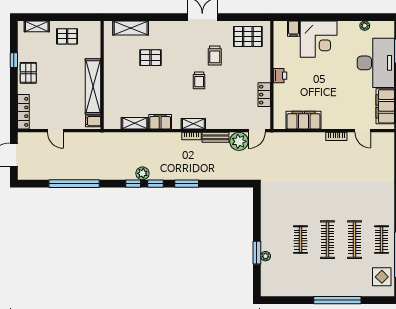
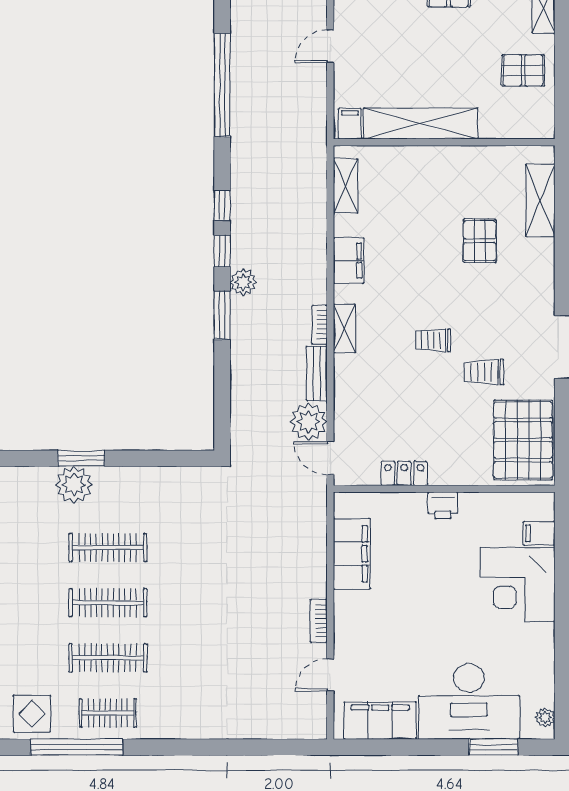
plant: (365, 26) -> (545, 717), moved
pallet: (67, 36) -> (523, 70), turned 90
pallet: (248, 36) -> (523, 440), width x1.37, depth x1.41
shelving: (135, 123) -> (346, 186), moved
plant: (142, 173) -> (243, 282), moved
clothes rail: (301, 240) -> (108, 548), width x1.36
plant: (266, 256) -> (74, 485), width x1.87, depth x1.87

